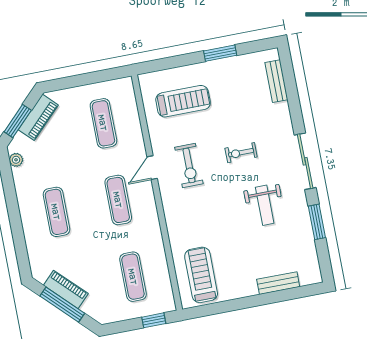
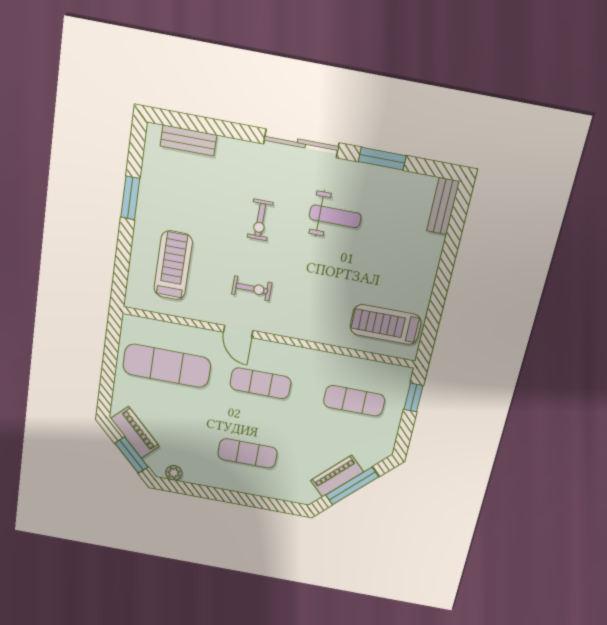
exercise mat: (103, 123) -> (167, 366), width x1.36, depth x1.45
exercise bike: (189, 166) -> (252, 288), width x0.73, depth x0.72
bench: (278, 283) -> (443, 206), moved

